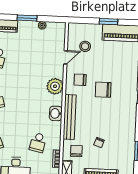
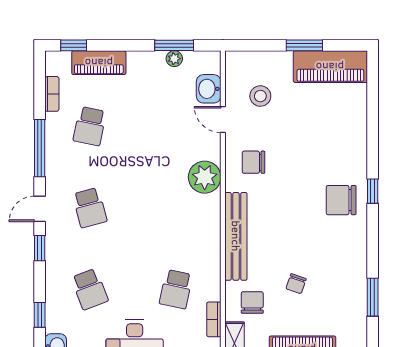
window: (27, 18) -> (174, 45), moved
door: (66, 57) -> (223, 120), swing flipped
chair: (103, 90) -> (341, 200), moved
washbasin: (56, 113) -> (209, 89), moved

